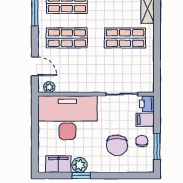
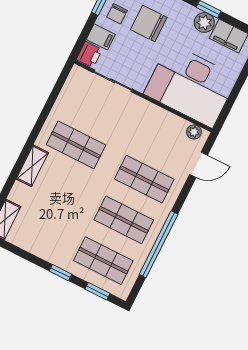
door: (35, 66) -> (199, 165), swing flipped
chair: (117, 145) -> (149, 23), turned -90

